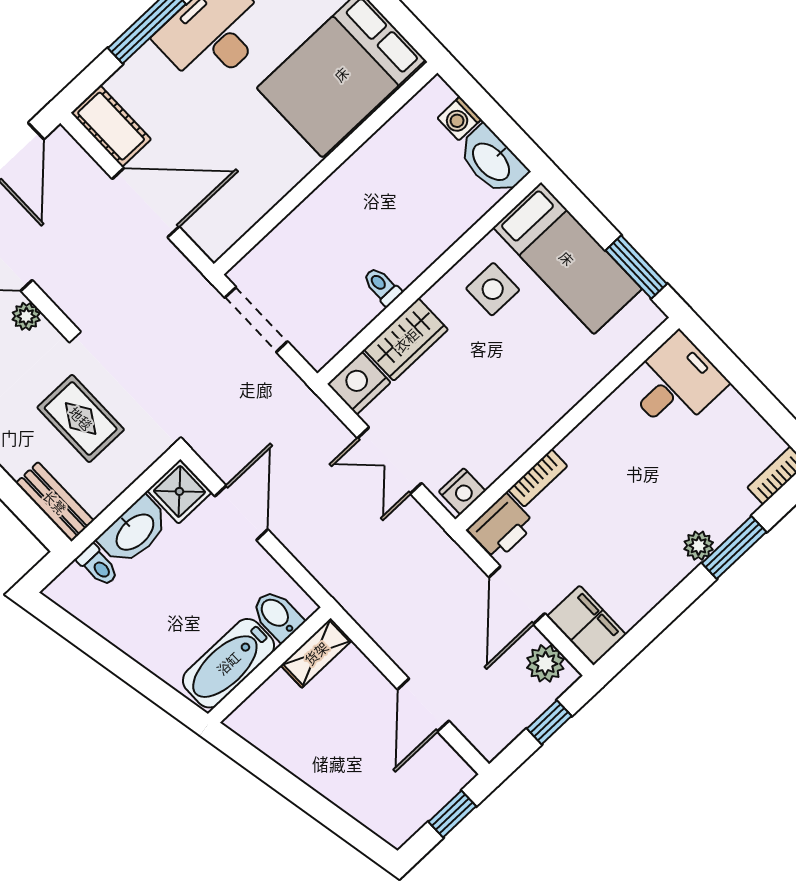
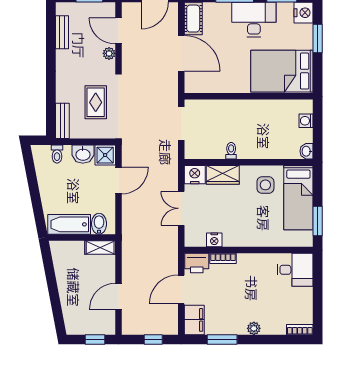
washbasin: (492, 161) -> (307, 151), width x0.52, depth x0.69
nightstand: (462, 491) -> (214, 240), moved
washbasin: (134, 531) -> (83, 154), width x0.72
window: (734, 548) -> (222, 340), moved
plant: (545, 663) -> (170, 320), removed

